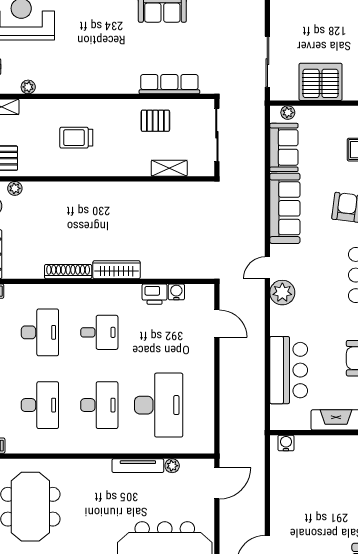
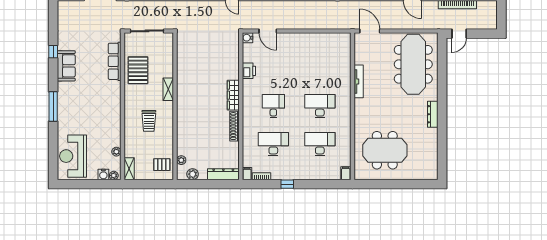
pallet: (155, 121) -> (138, 70), width x1.50, depth x1.42
shelving: (169, 168) -> (168, 89), moved
water cooler: (176, 292) -> (247, 38), moved
door: (217, 324) -> (268, 31), swing flipped
desk: (159, 405) -> (320, 68), removed
plant: (172, 466) -> (359, 60), removed

